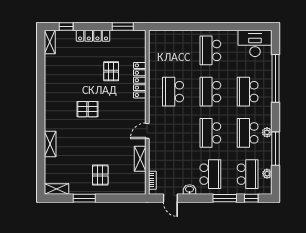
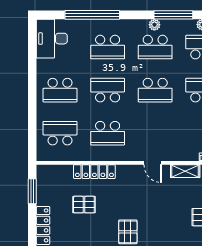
school desk: (173, 50) -> (60, 133), added
school desk: (210, 92) -> (108, 90), turned 180

